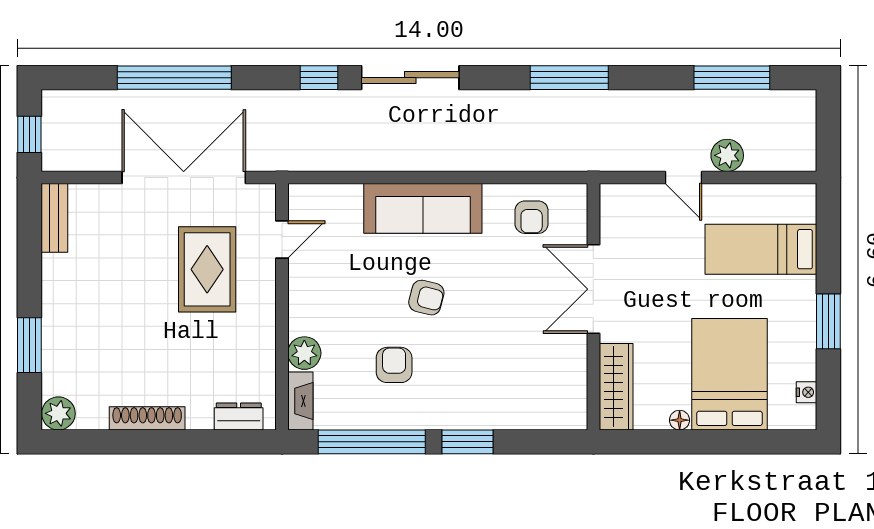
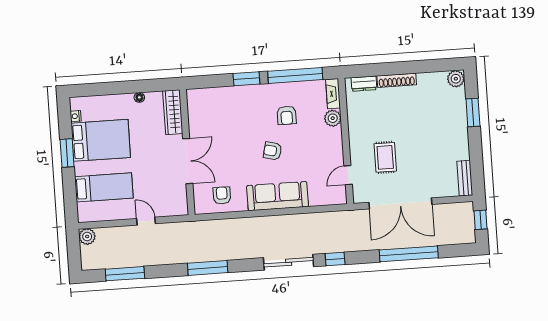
plant: (727, 155) -> (87, 237), moved
rug: (207, 269) -> (385, 157), width x0.73, depth x0.70
bed: (729, 374) -> (101, 140), moved, turned -90
shoe rack: (147, 418) -> (397, 80), moved

